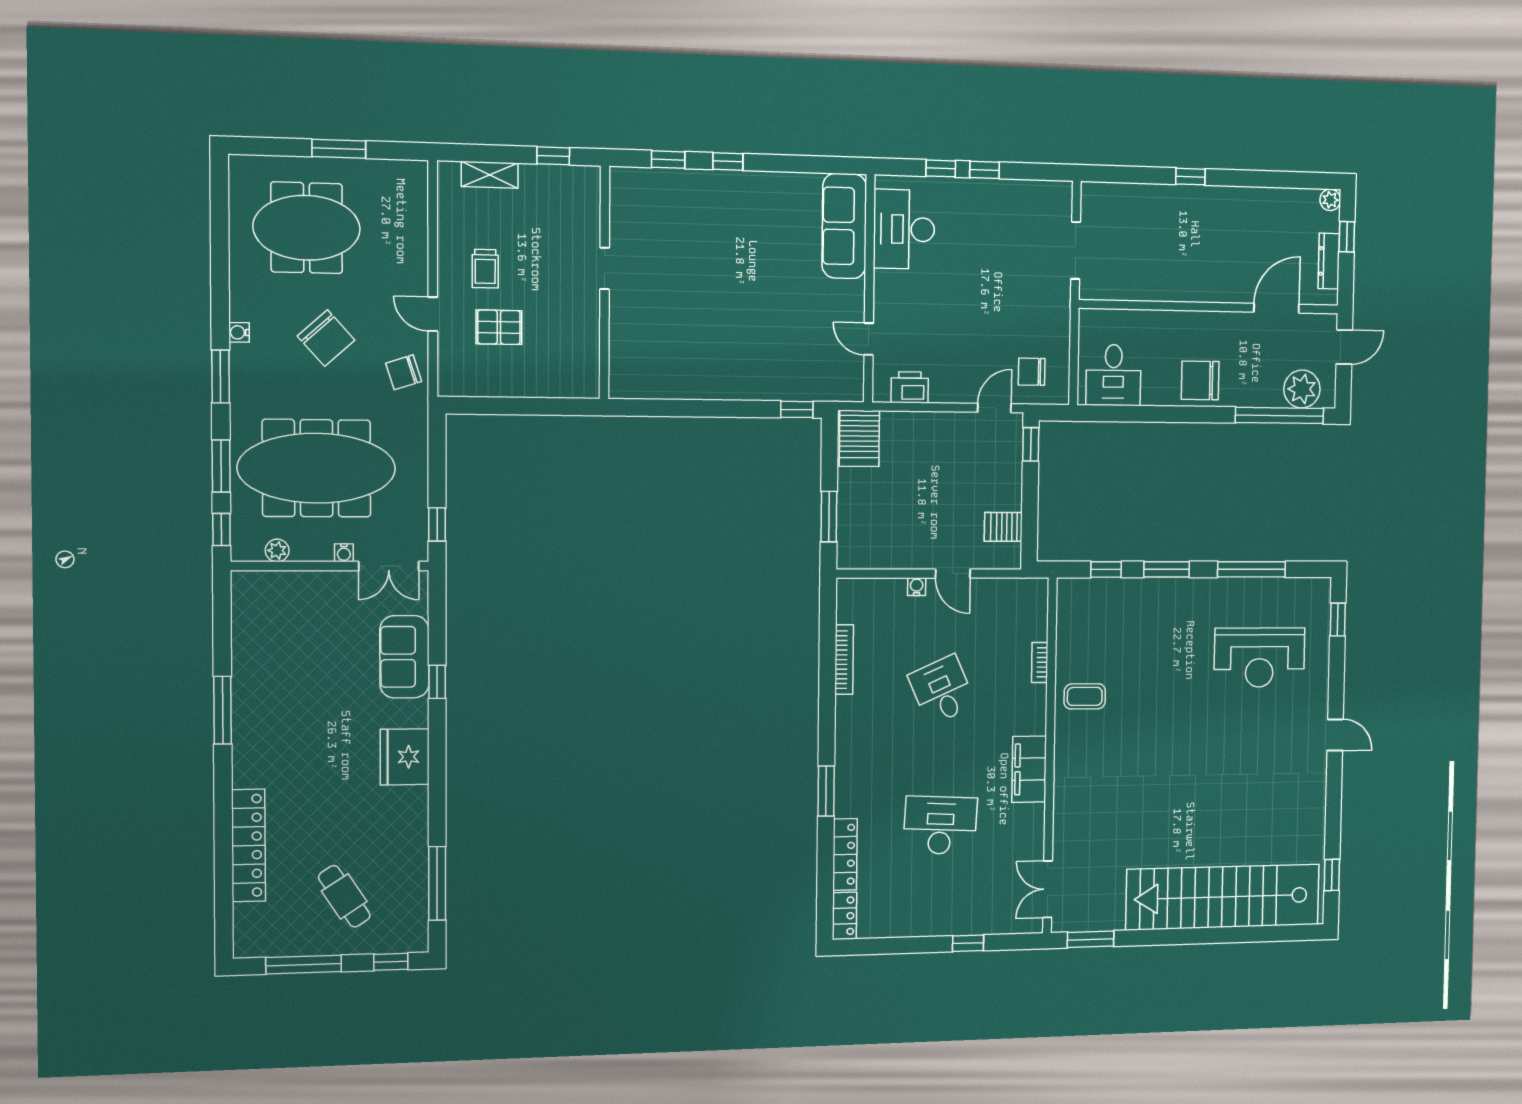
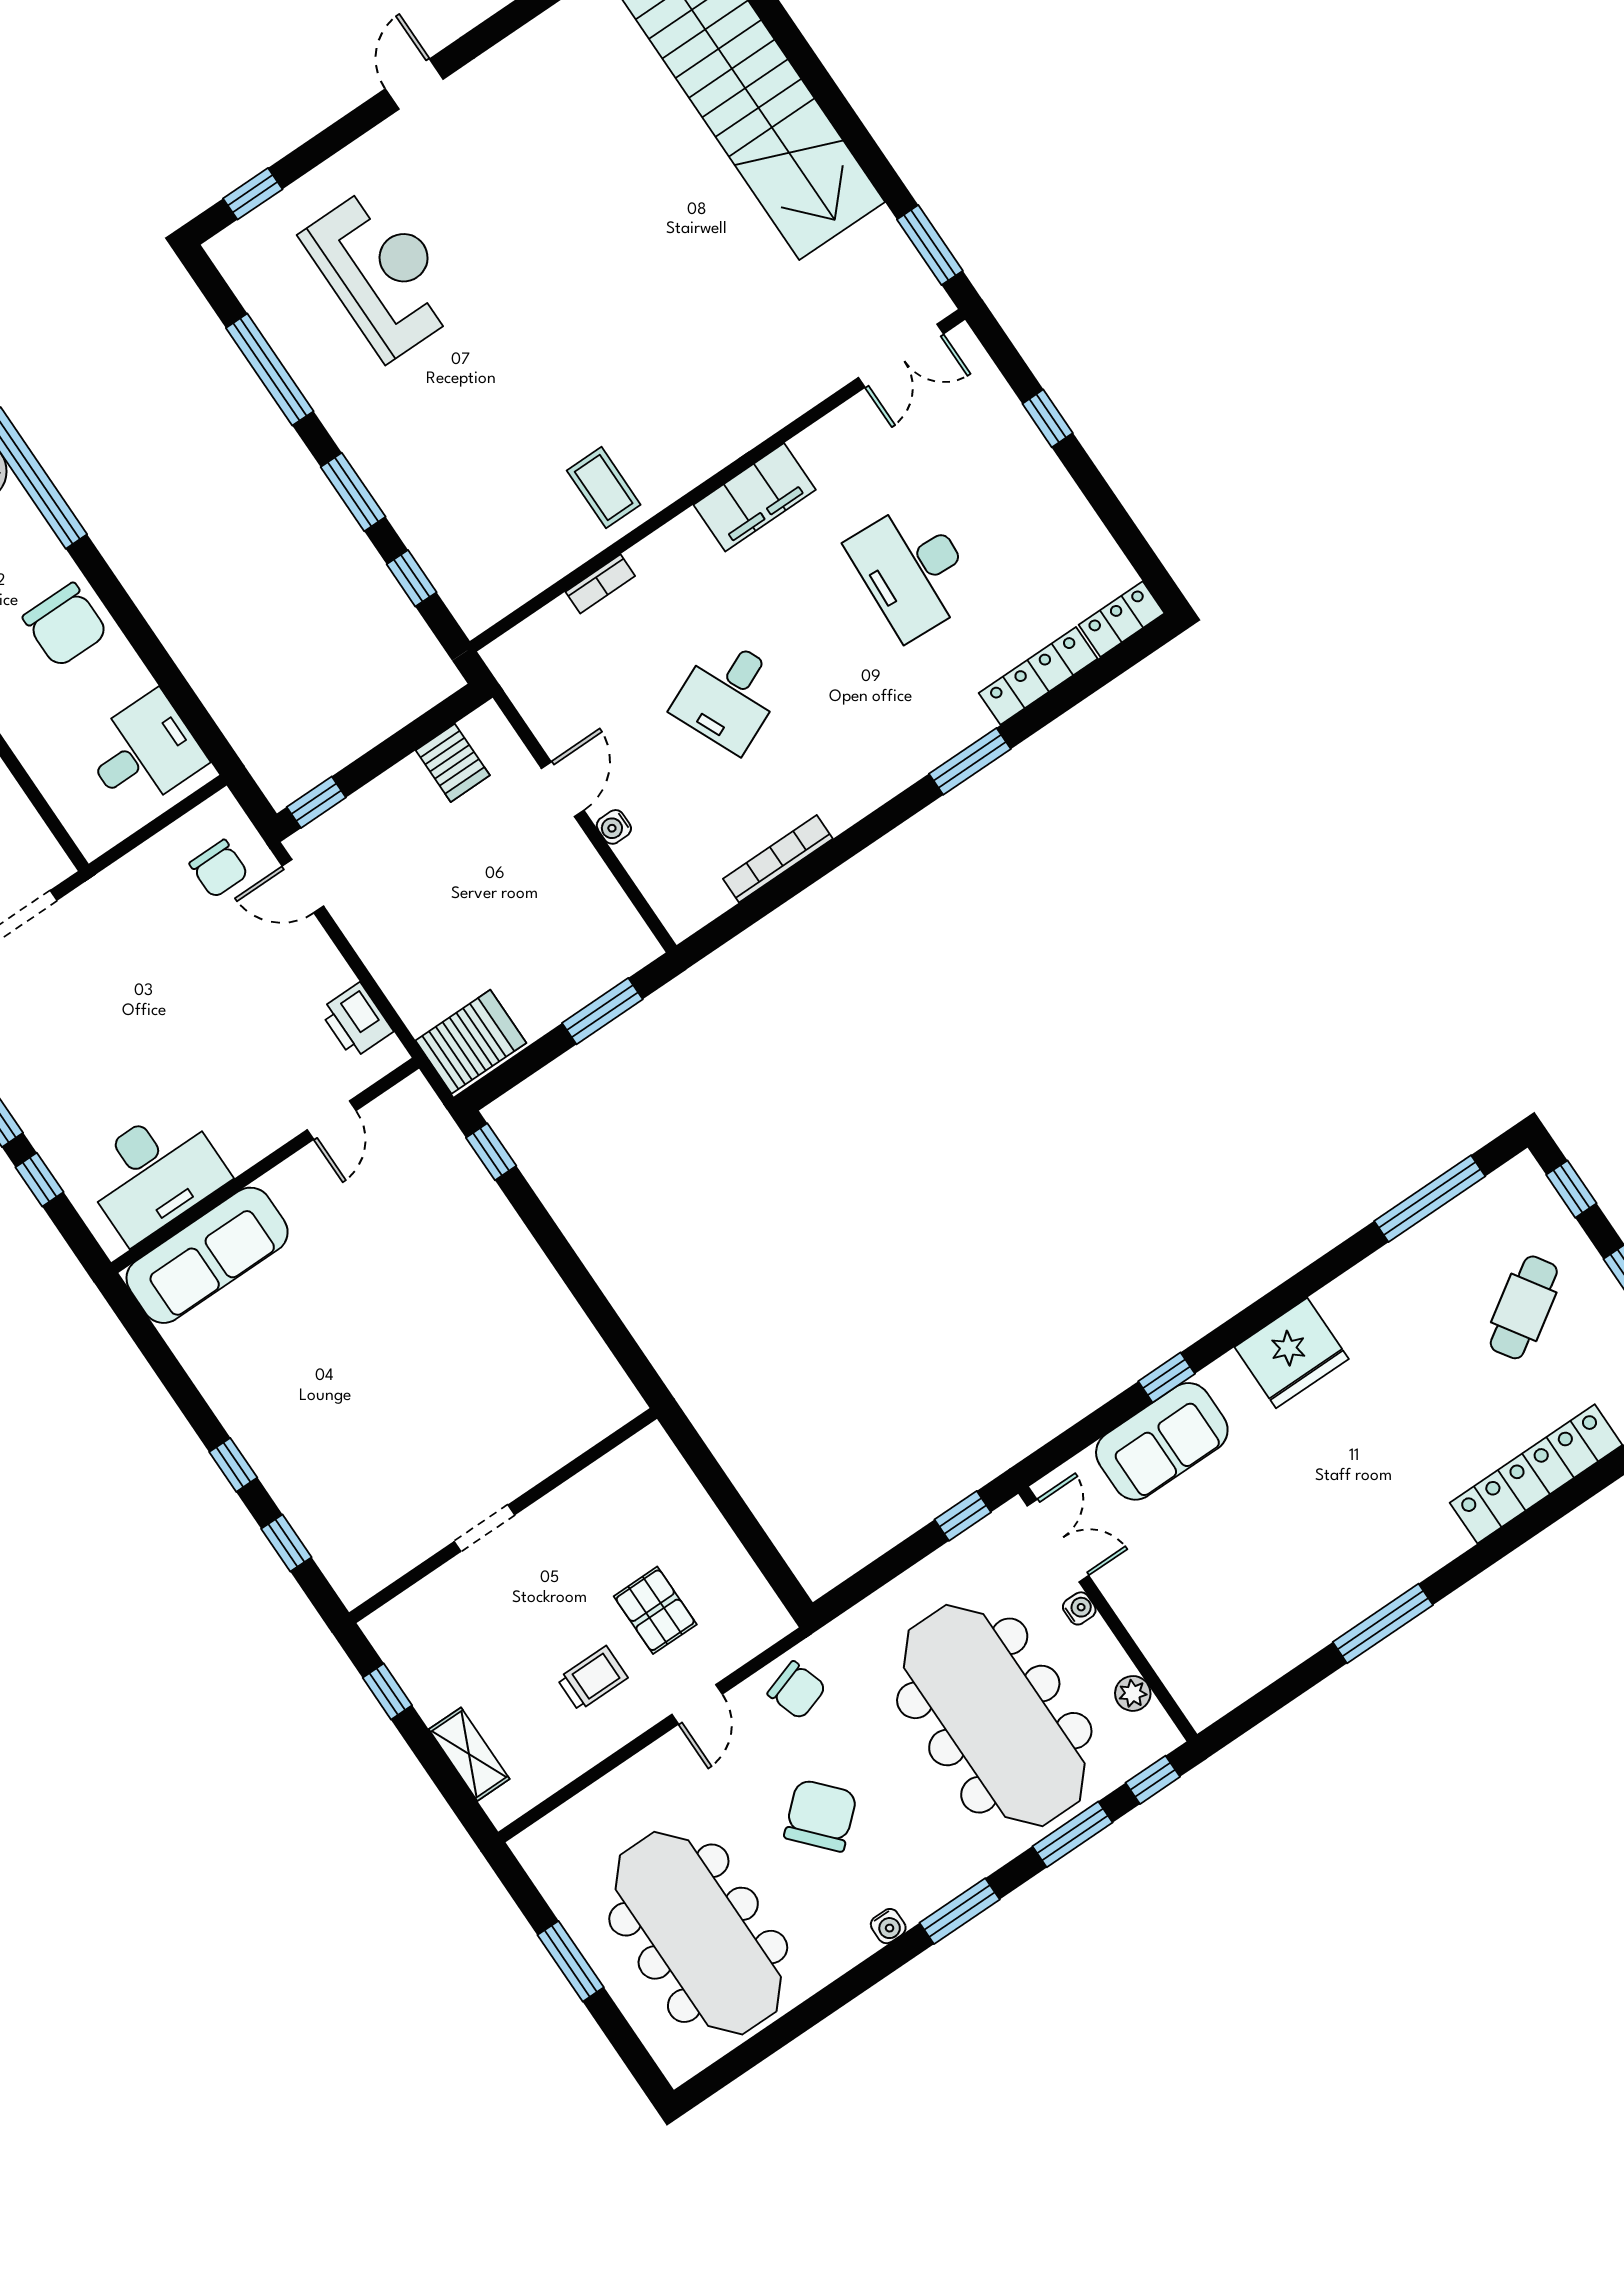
meeting table: (307, 228) -> (698, 1933), width x1.36

